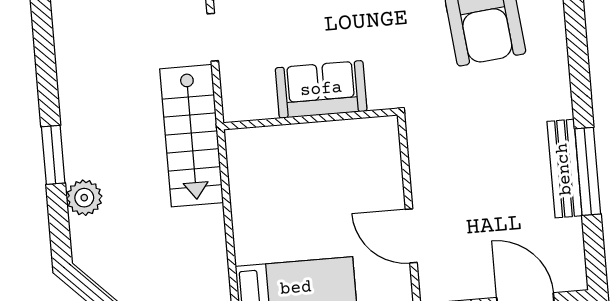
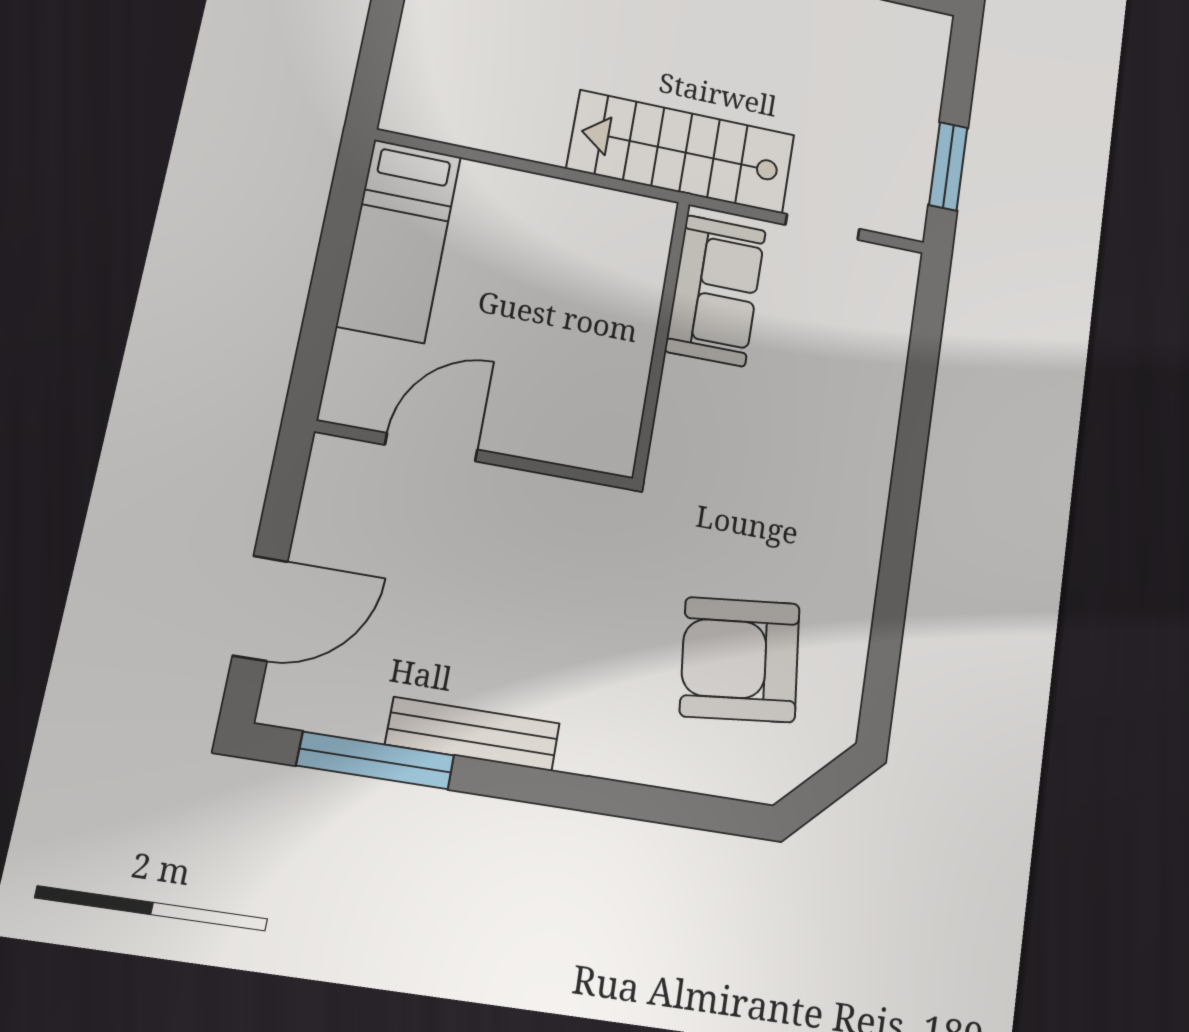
sofa: (321, 89) -> (716, 291), moved
window: (588, 171) -> (376, 760), moved

